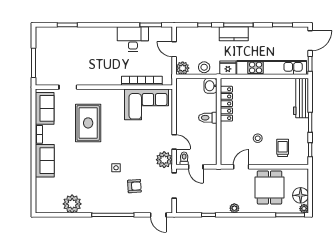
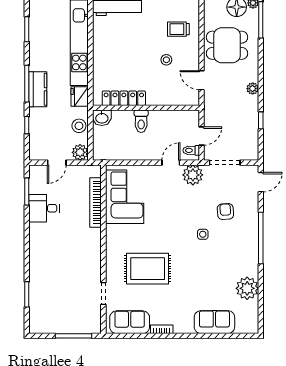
desk: (133, 39) -> (44, 208), width x0.73
sofa: (45, 161) -> (214, 322), moved

